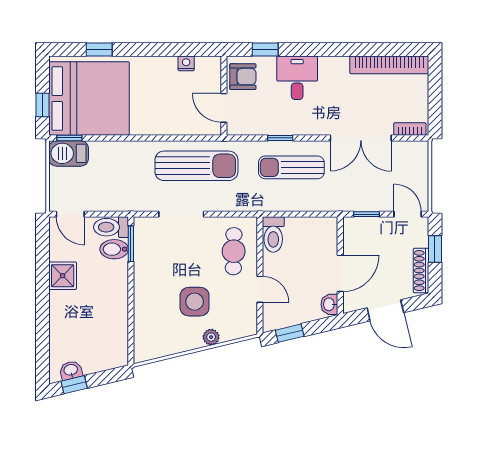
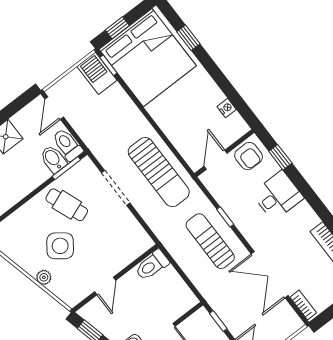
cafe table: (234, 251) -> (67, 205), moved, turned 68
side table: (195, 302) -> (60, 246), turned 37

